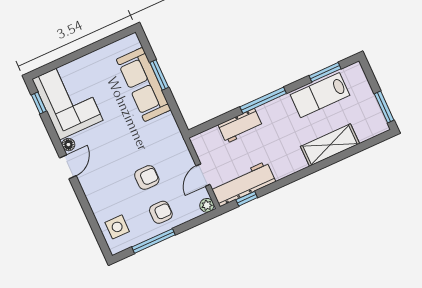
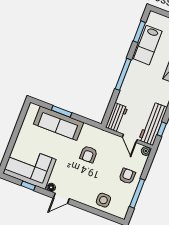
window: (39, 103) -> (28, 186), moved
workbench: (240, 126) -> (117, 117), moved
door: (68, 167) -> (61, 198), swing flipped
armchair: (147, 177) -> (88, 154), moved, turned 180
side table: (117, 227) -> (103, 200), moved

